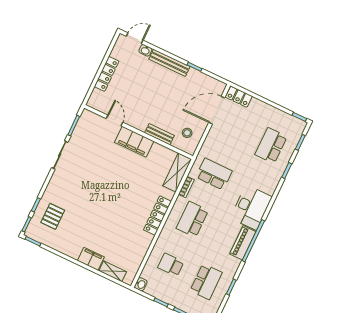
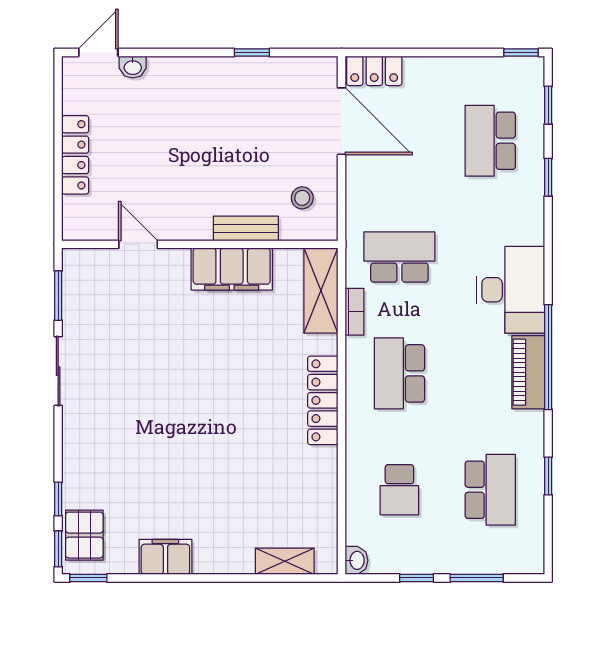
bench: (169, 63) -> (195, 69), removed
door: (217, 110) -> (341, 121), swing flipped
filing cabinet: (134, 142) -> (232, 269), moved
pallet: (53, 216) -> (84, 535), moved
filing cabinet: (91, 259) -> (165, 557), moved
school desk: (171, 265) -> (399, 490), turned -90

